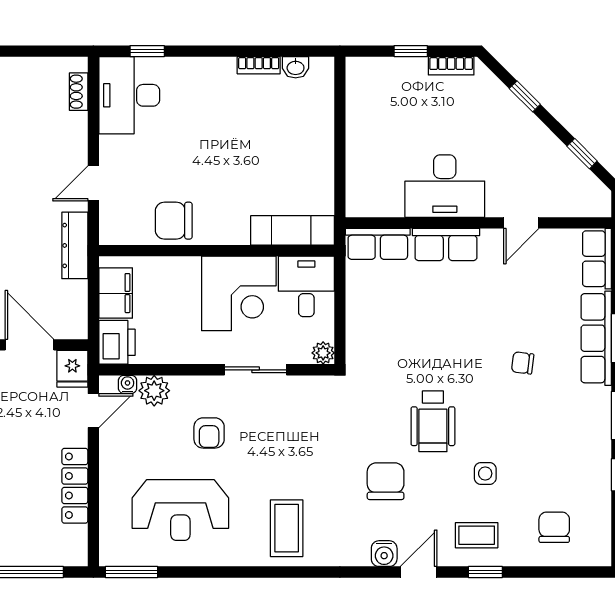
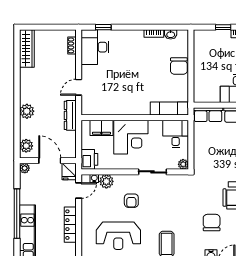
chair: (174, 221) -> (179, 66), moved, turned -90
filing cabinet: (116, 293) -> (101, 128), moved, turned 90
corner desk: (239, 293) -> (131, 137), moved

